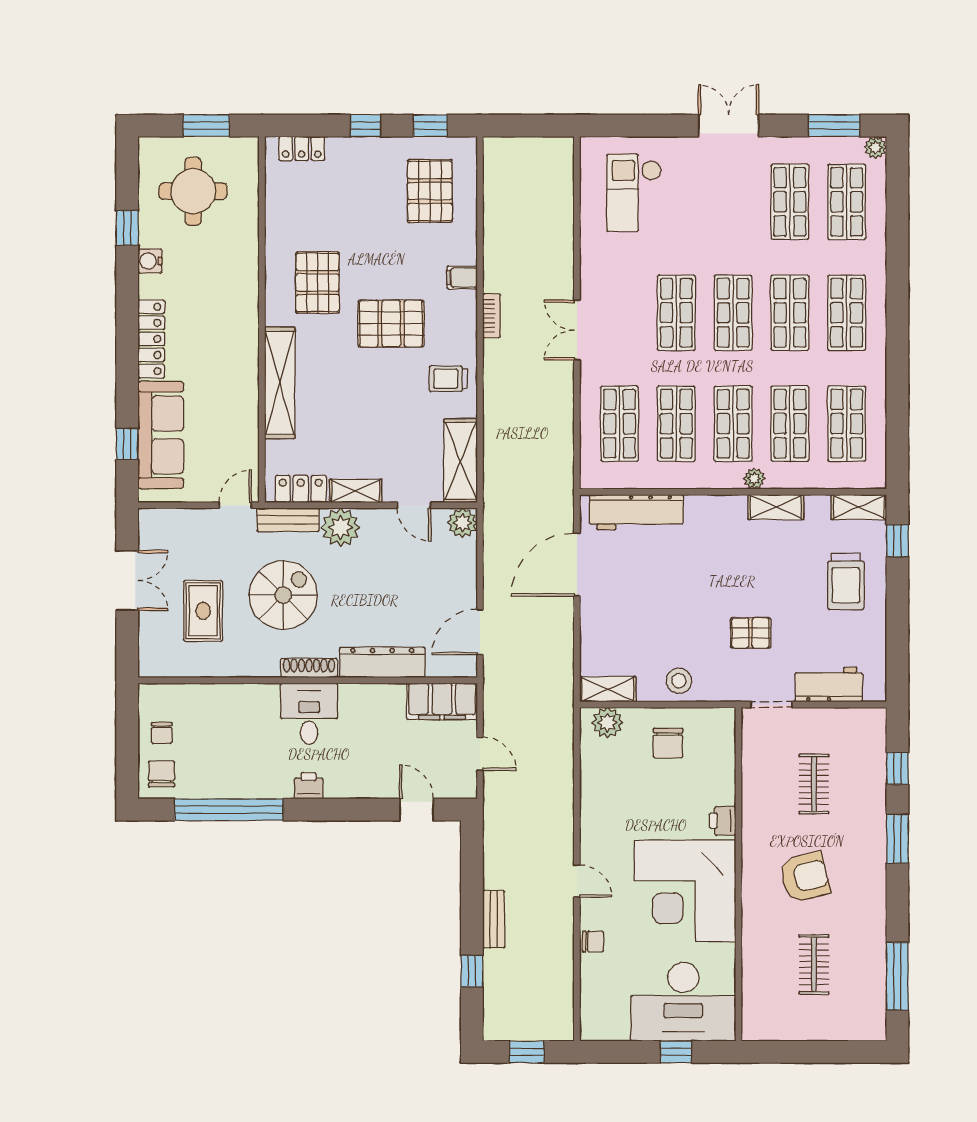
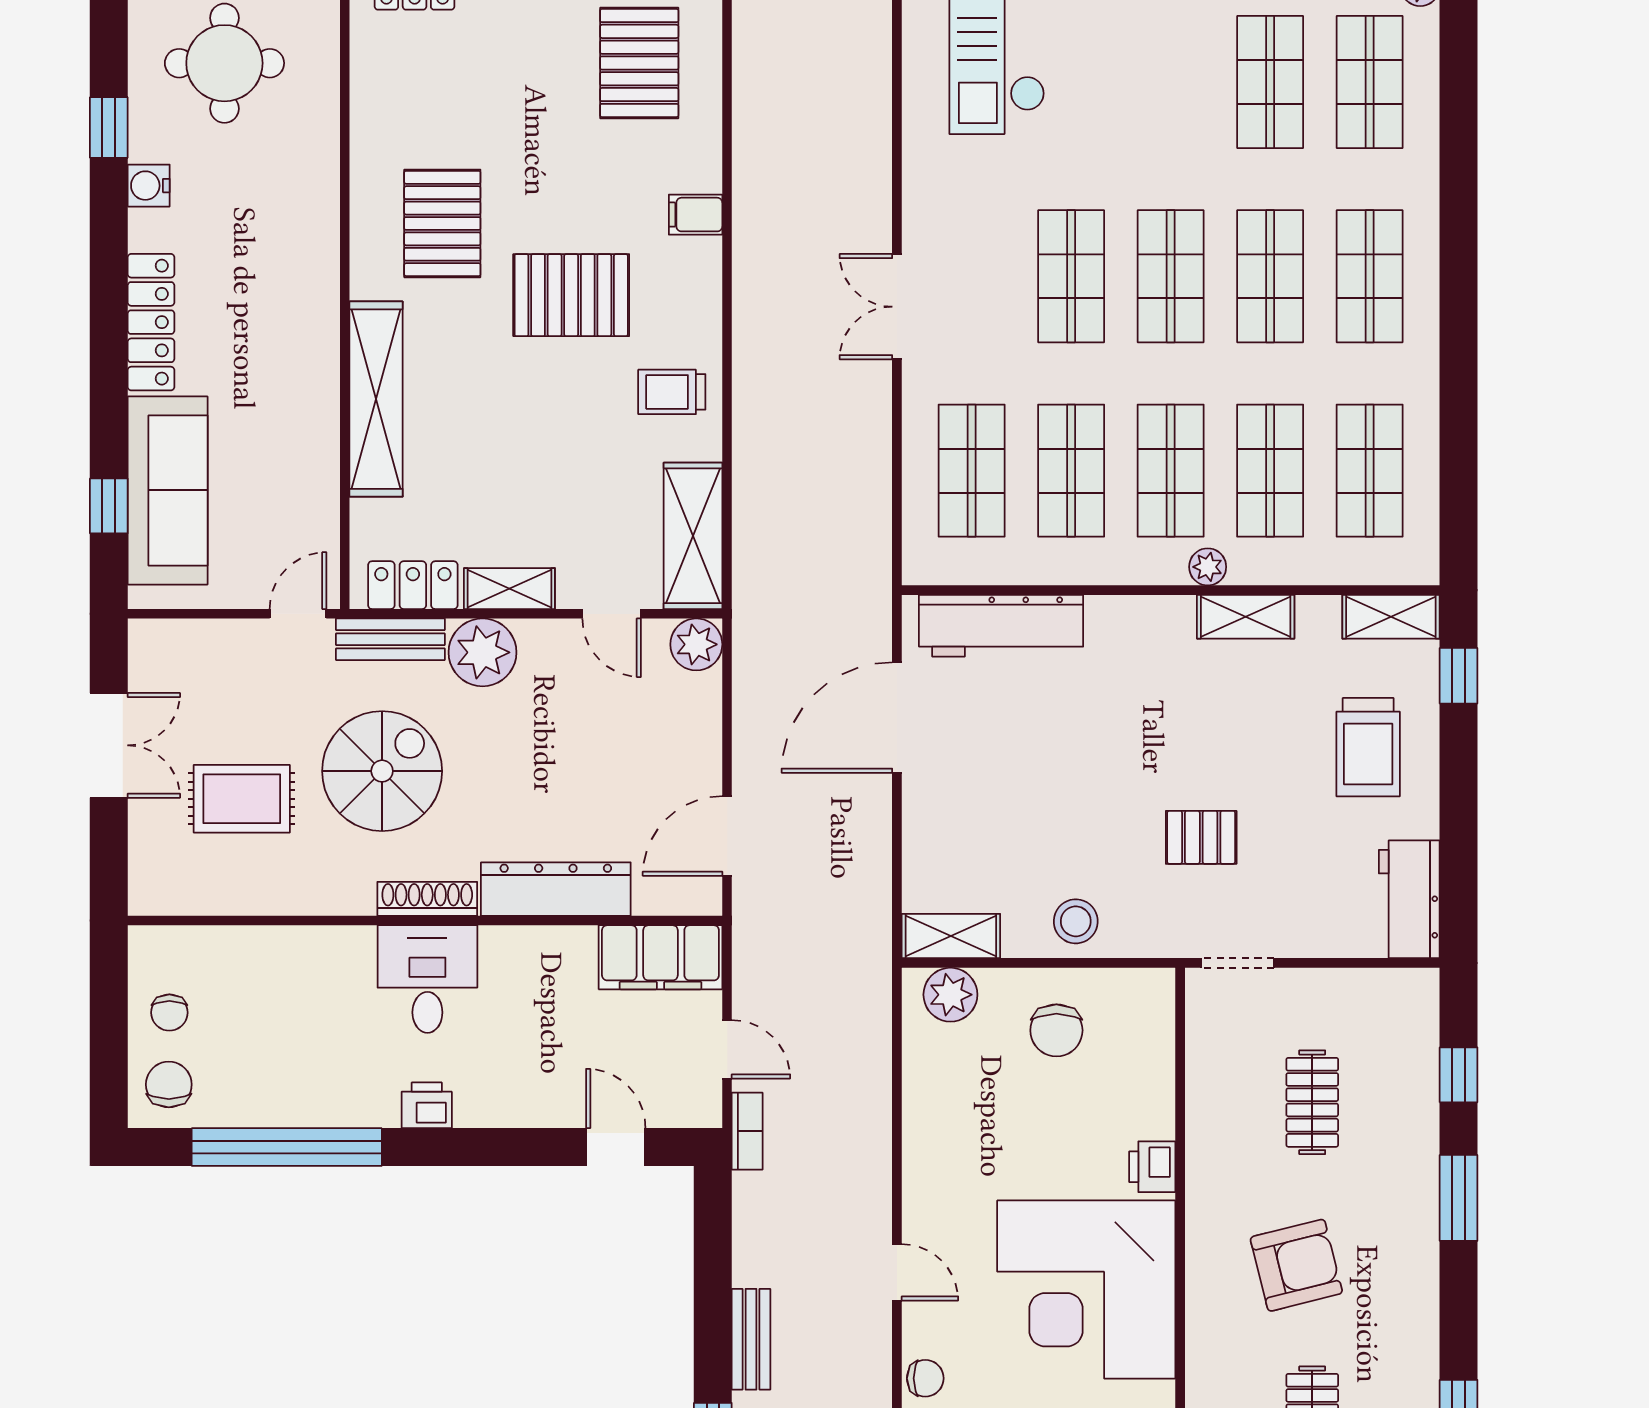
bookcase: (491, 316) -> (747, 1131), moved
rug: (203, 611) -> (242, 799), turned 90
workbench: (829, 685) -> (1409, 899), moved, turned -90

